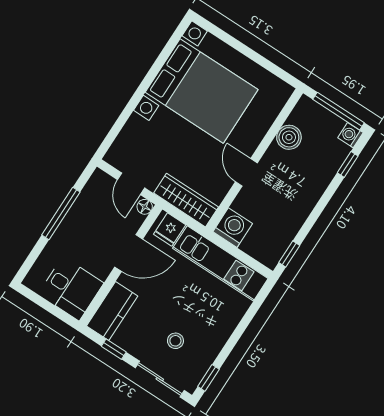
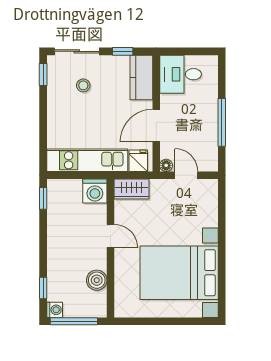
wardrobe: (186, 200) -> (132, 189), width x0.67

